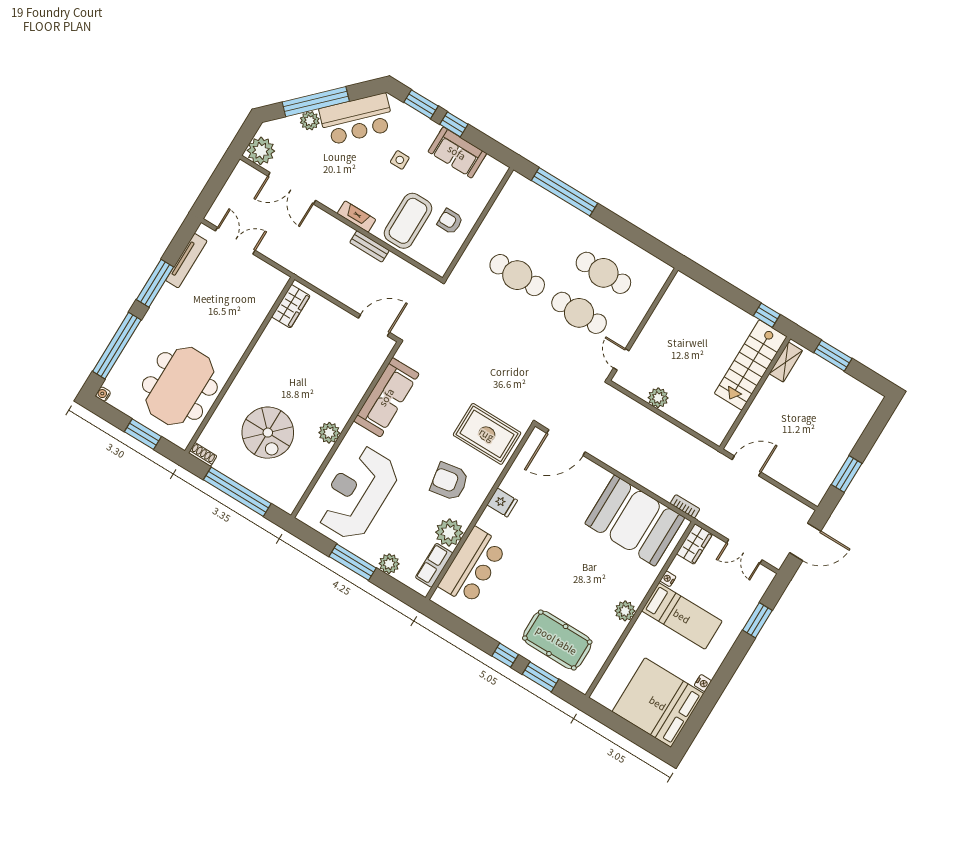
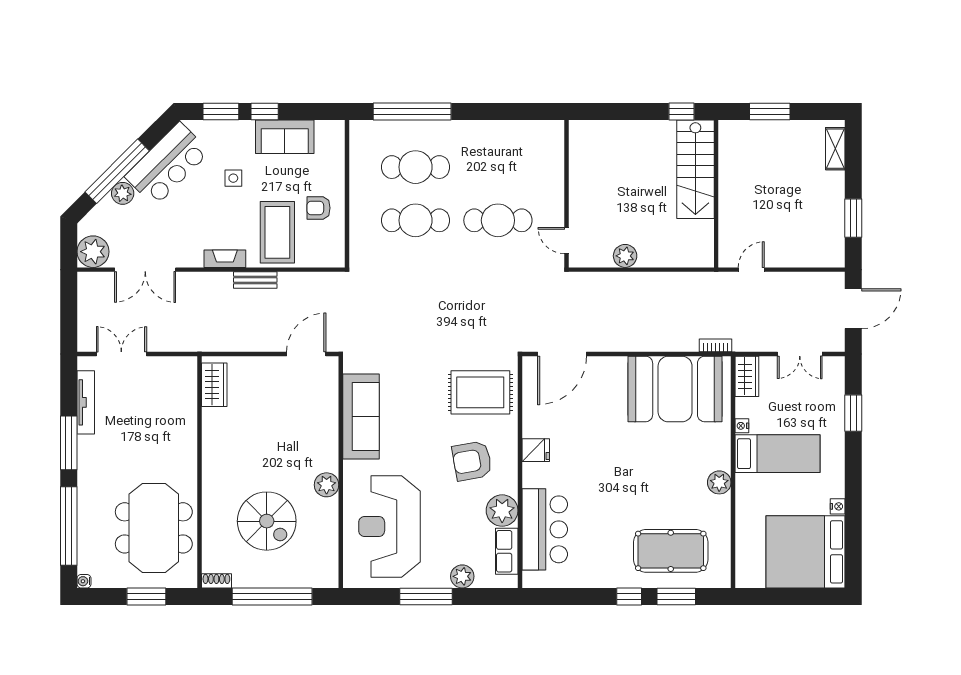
cafe table: (603, 273) -> (416, 167), moved
shelving: (786, 362) -> (835, 149), moved
door: (747, 466) -> (751, 270), width x0.73

